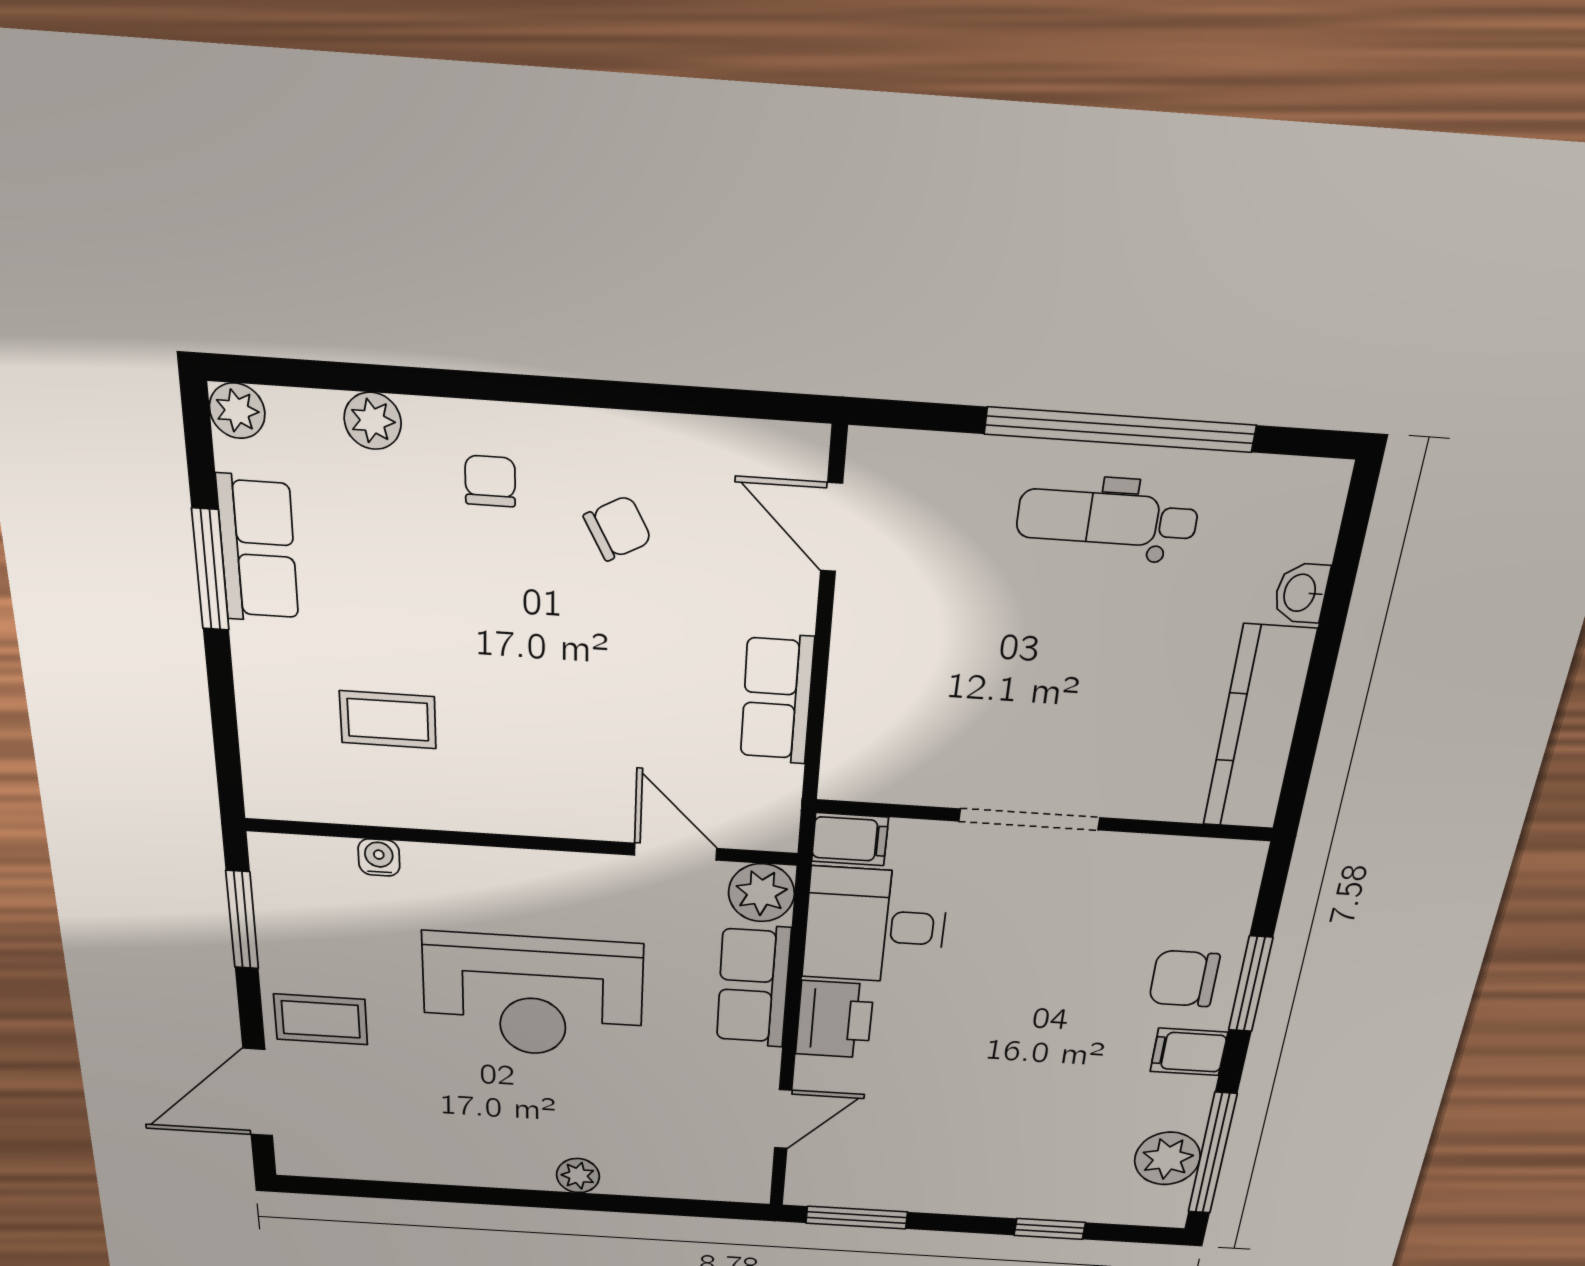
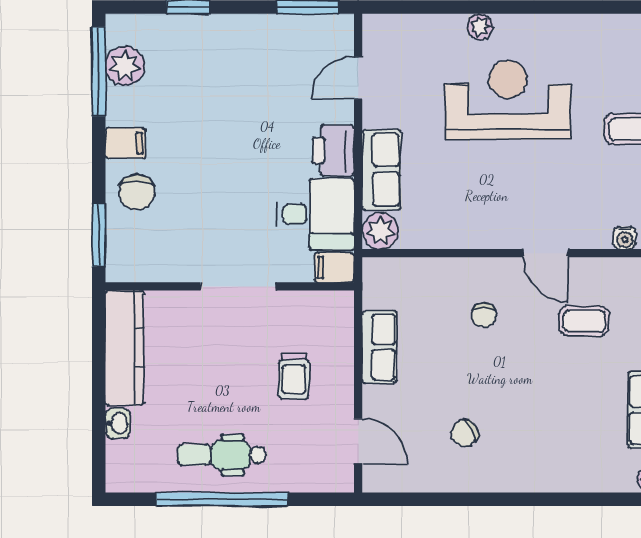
plant: (373, 421) -> (585, 479), removed
chair: (490, 481) -> (484, 315), moved
dental chair: (1107, 519) -> (222, 455), turned 180
trolley: (945, 658) -> (294, 376), added
door: (676, 852) -> (546, 253), moved
water cooler: (379, 857) -> (625, 238), moved
chair: (1184, 979) -> (137, 192), turned 90
window: (1251, 984) -> (99, 235), moved
reception desk: (533, 996) -> (508, 100), moved

